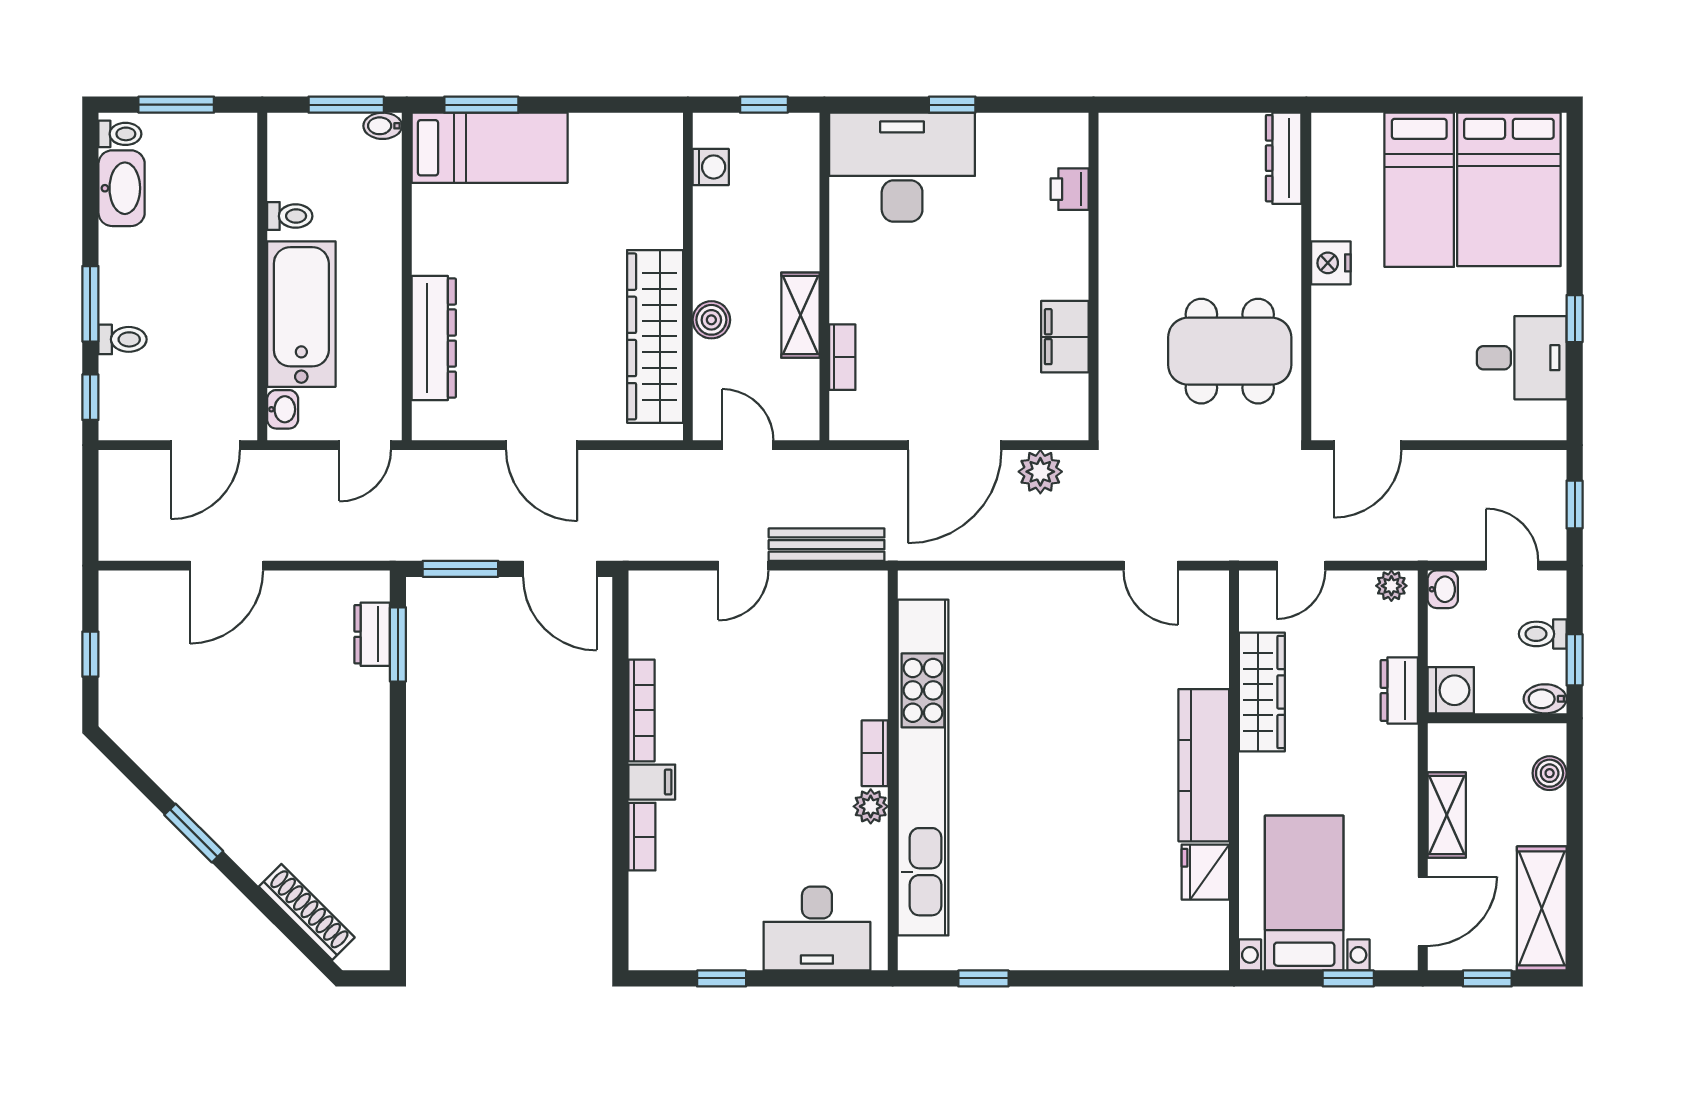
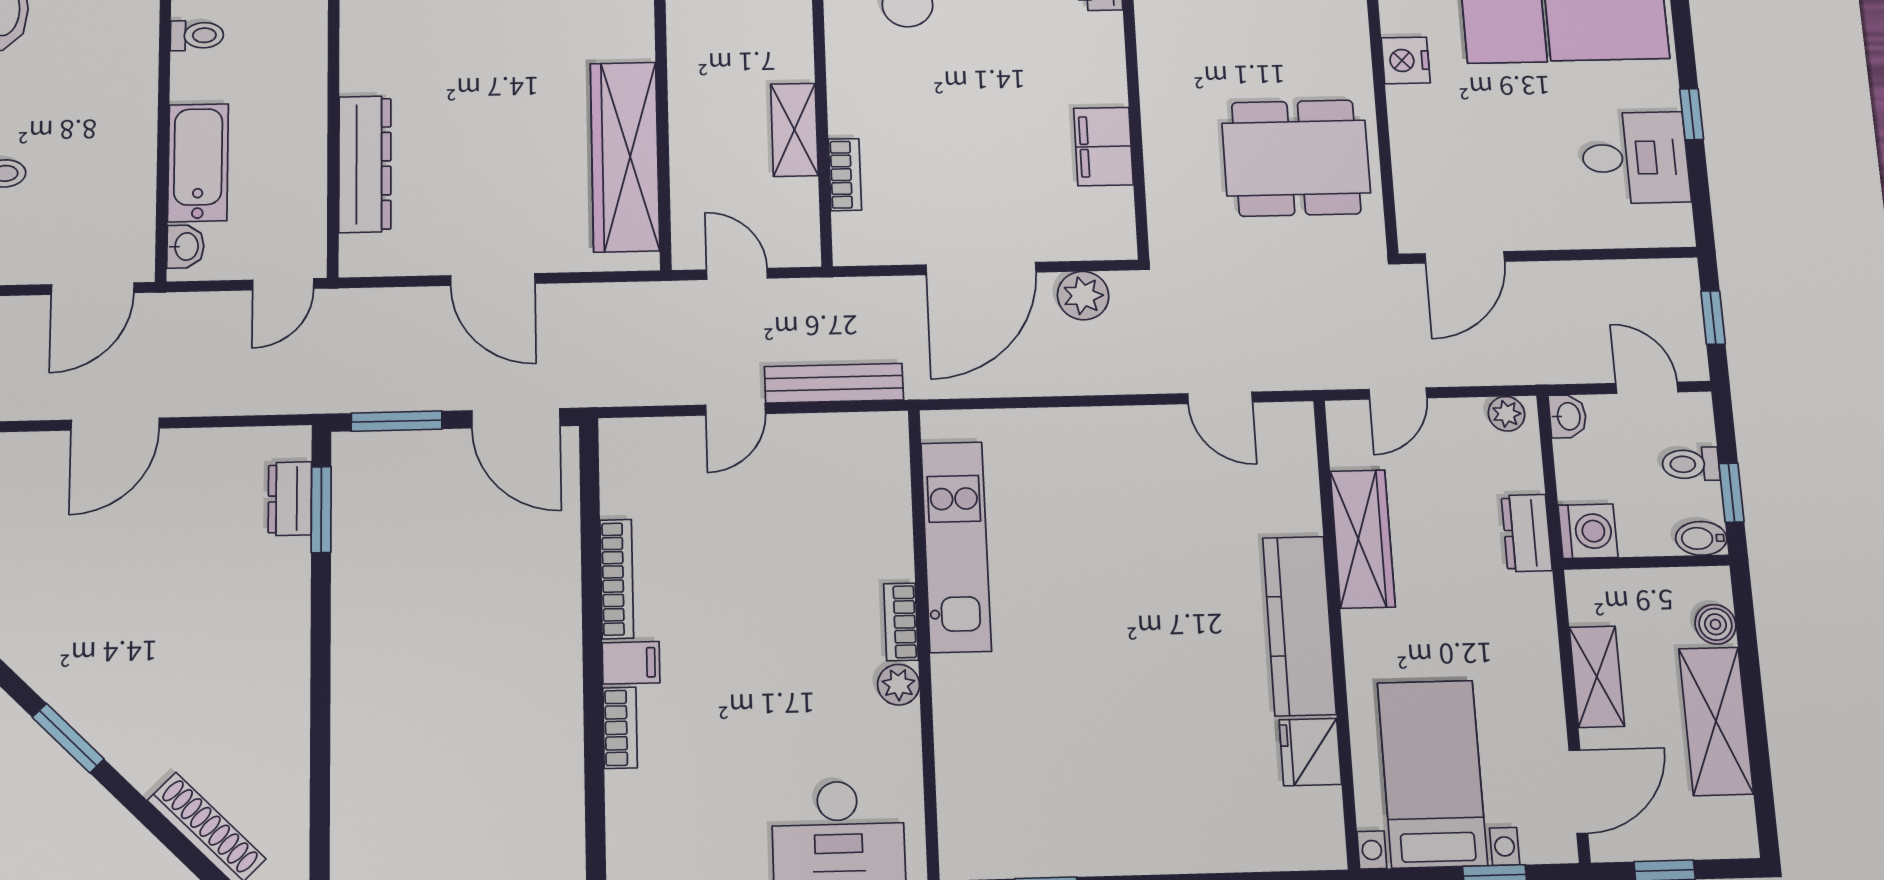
bathtub: (301, 314) -> (198, 163), width x0.73, depth x0.73
boiler: (711, 320) -> (690, 137), removed
kitchen unit: (923, 768) -> (956, 547), width x0.54
shelving: (1542, 908) -> (1716, 721), moved

